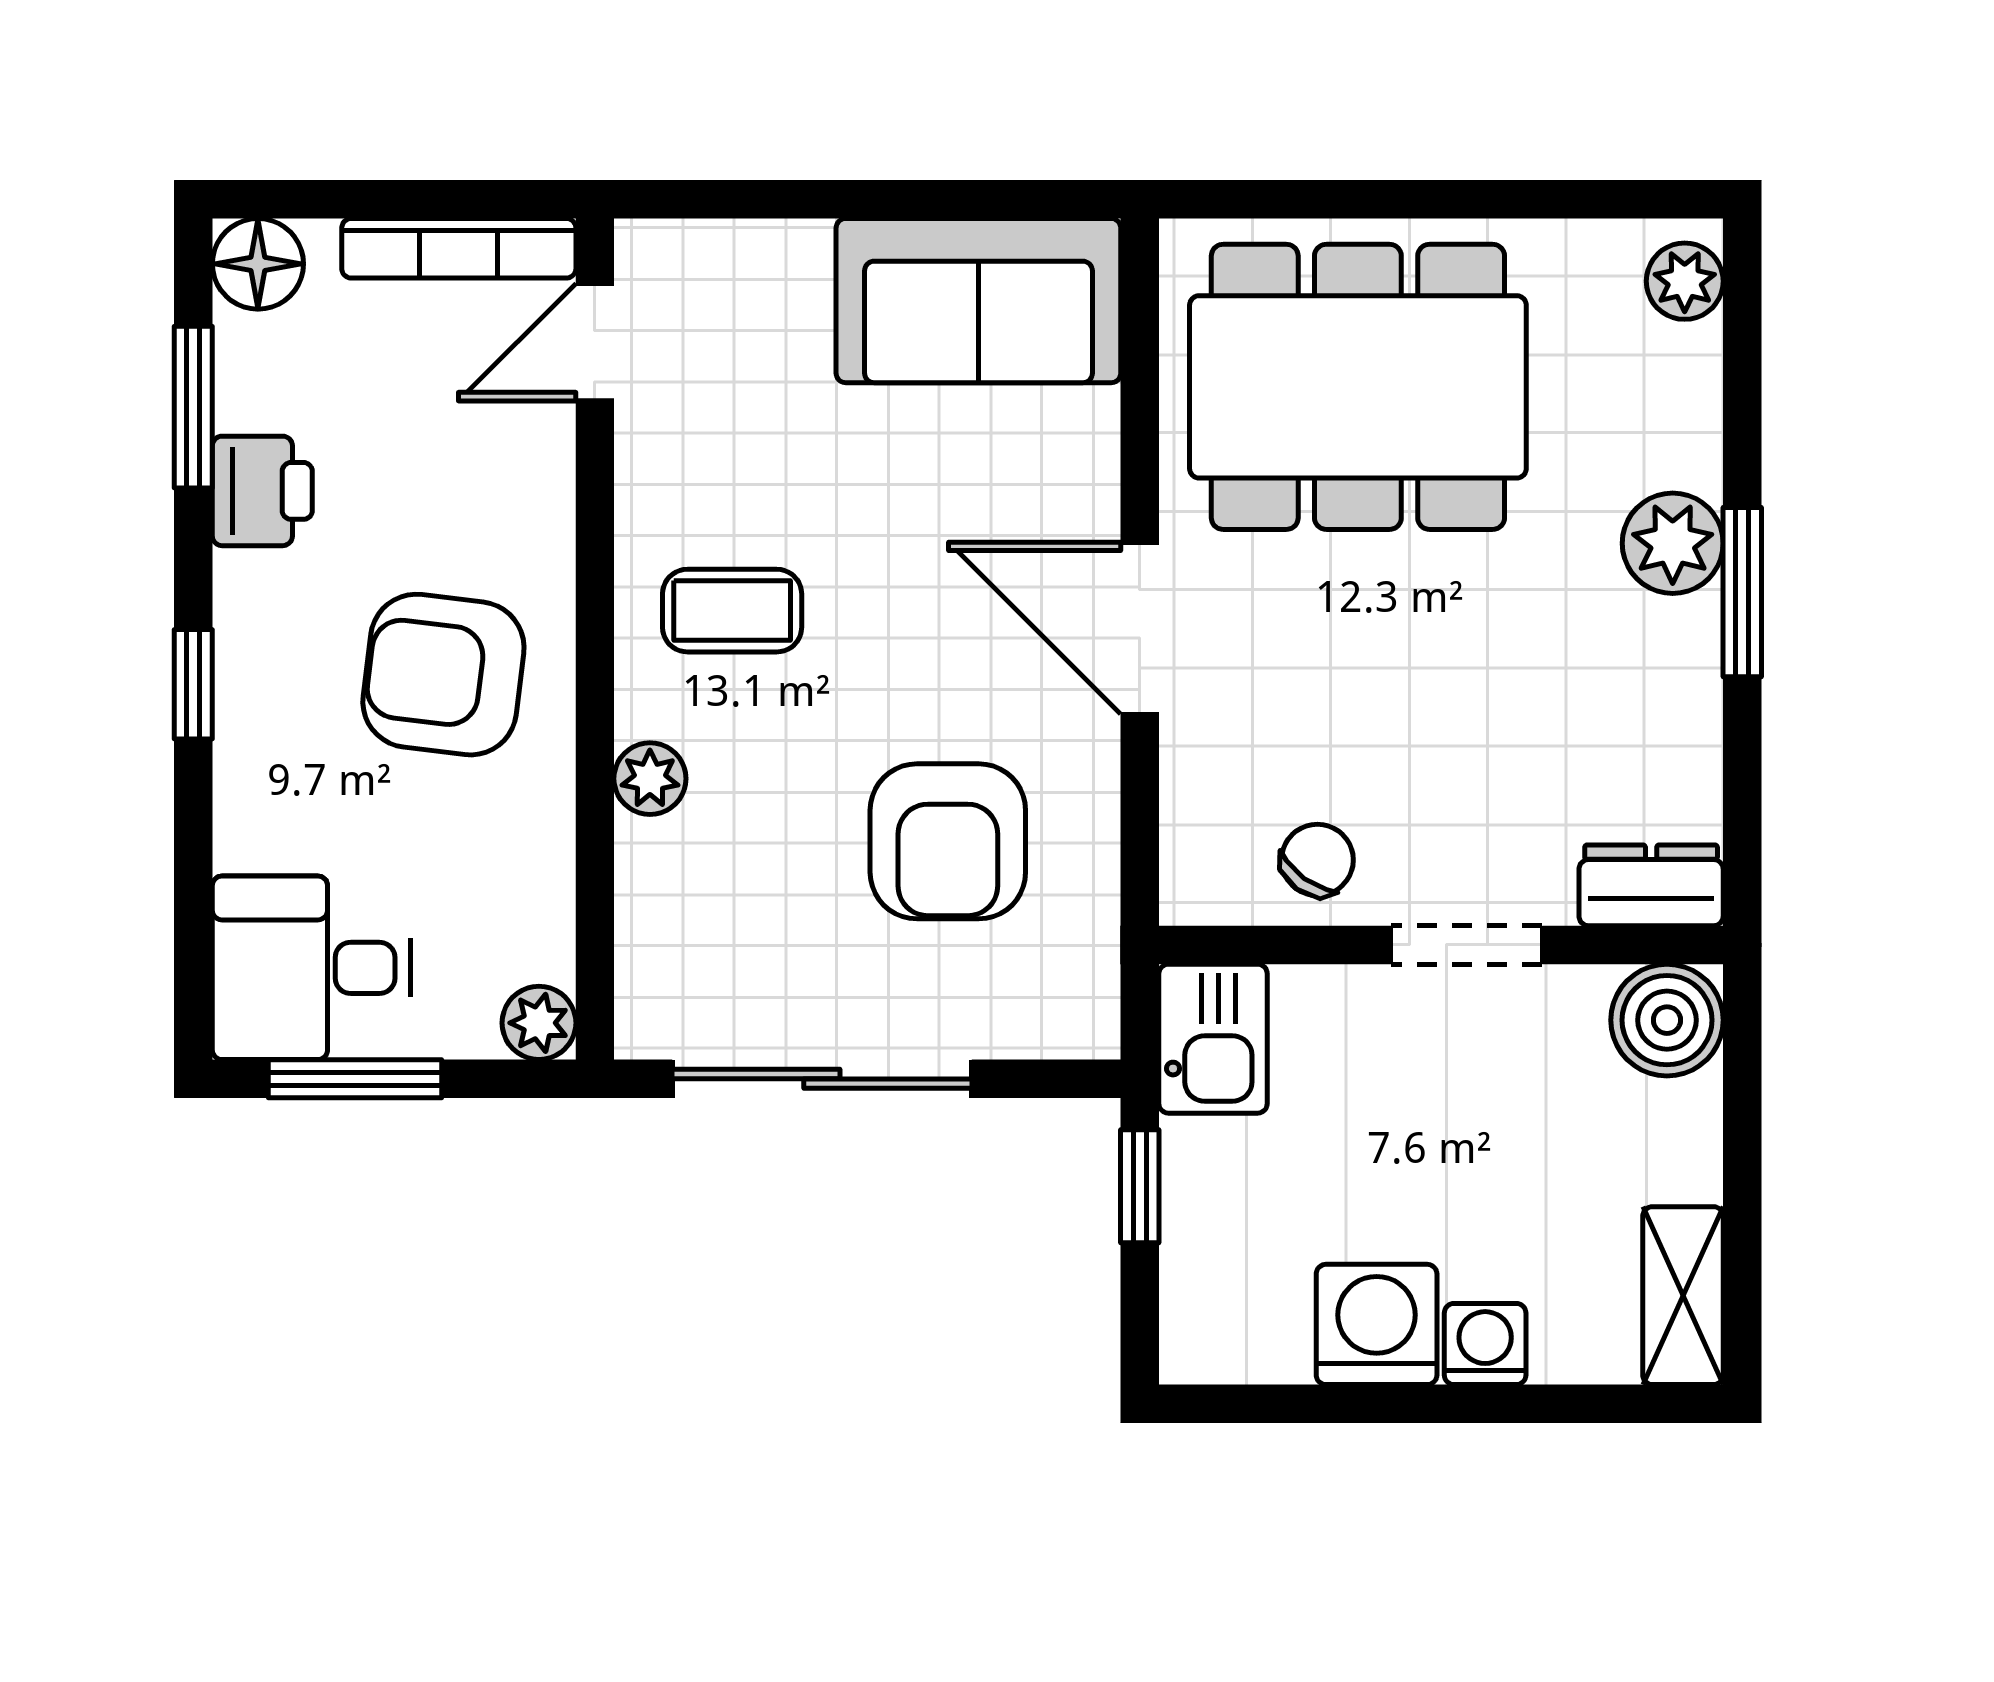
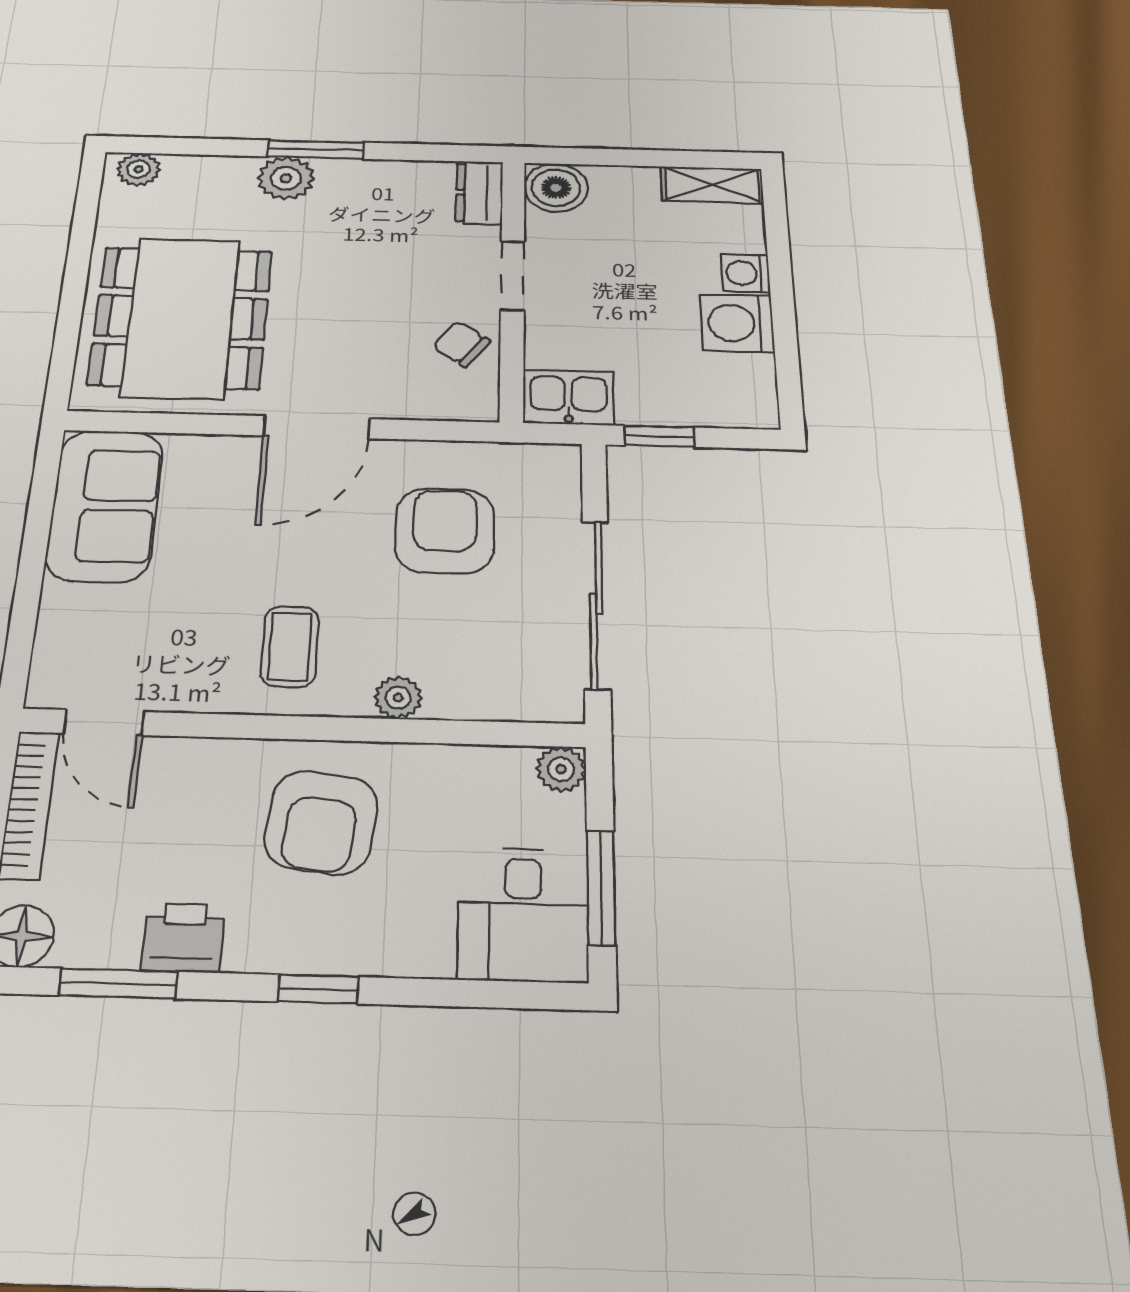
armchair: (948, 841) -> (445, 531), turned -90

